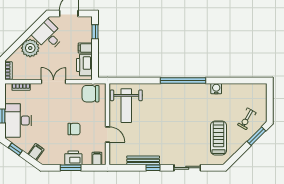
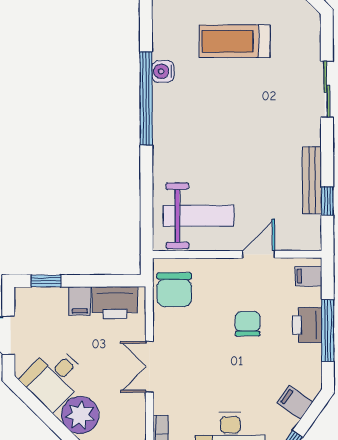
water cooler: (216, 89) -> (163, 71), moved
treadmill: (219, 138) -> (235, 41), moved
window: (71, 168) -> (328, 331), width x1.44
window: (153, 168) -> (327, 201), moved

